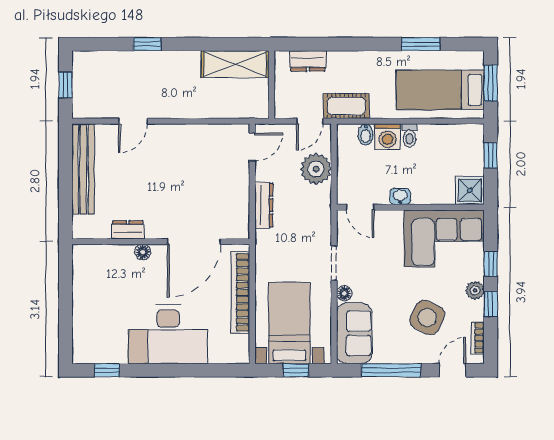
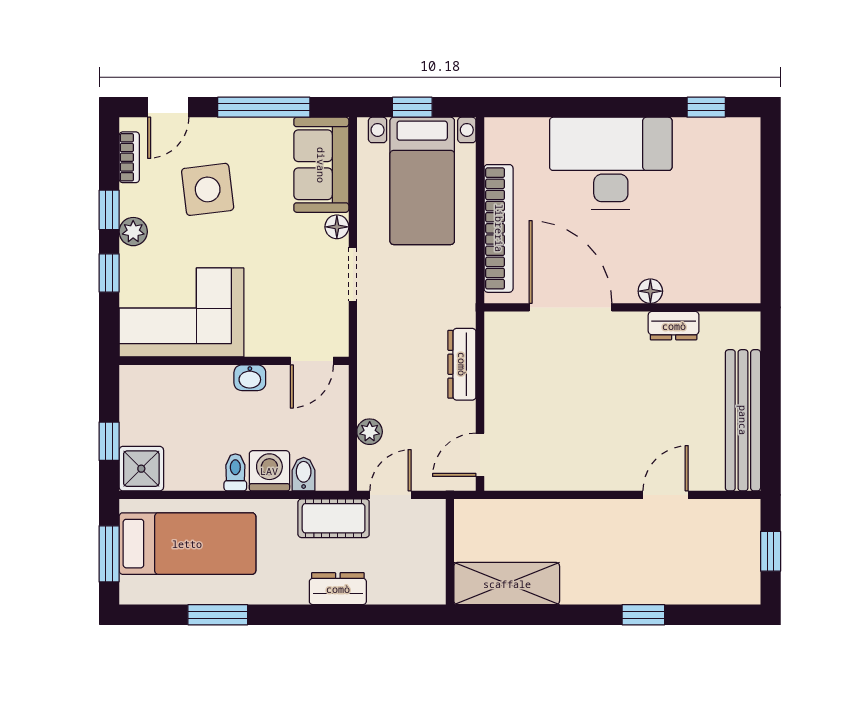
dresser: (308, 61) -> (338, 589), moved
plant: (316, 169) -> (370, 432), width x0.53, depth x0.53
shower: (470, 190) -> (141, 469), moved
door: (360, 207) -> (312, 361), swing flipped
door: (194, 242) -> (570, 307), hinge flipped
side table: (427, 317) -> (208, 189), turned -33

